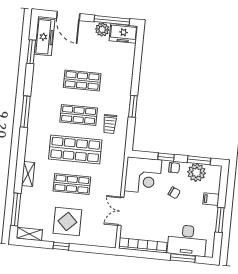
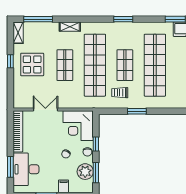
shop shelf: (82, 80) -> (155, 65), width x2.00, depth x1.36
window: (25, 112) -> (123, 19), width x0.69
shop shelf: (75, 149) -> (95, 65), width x1.40

